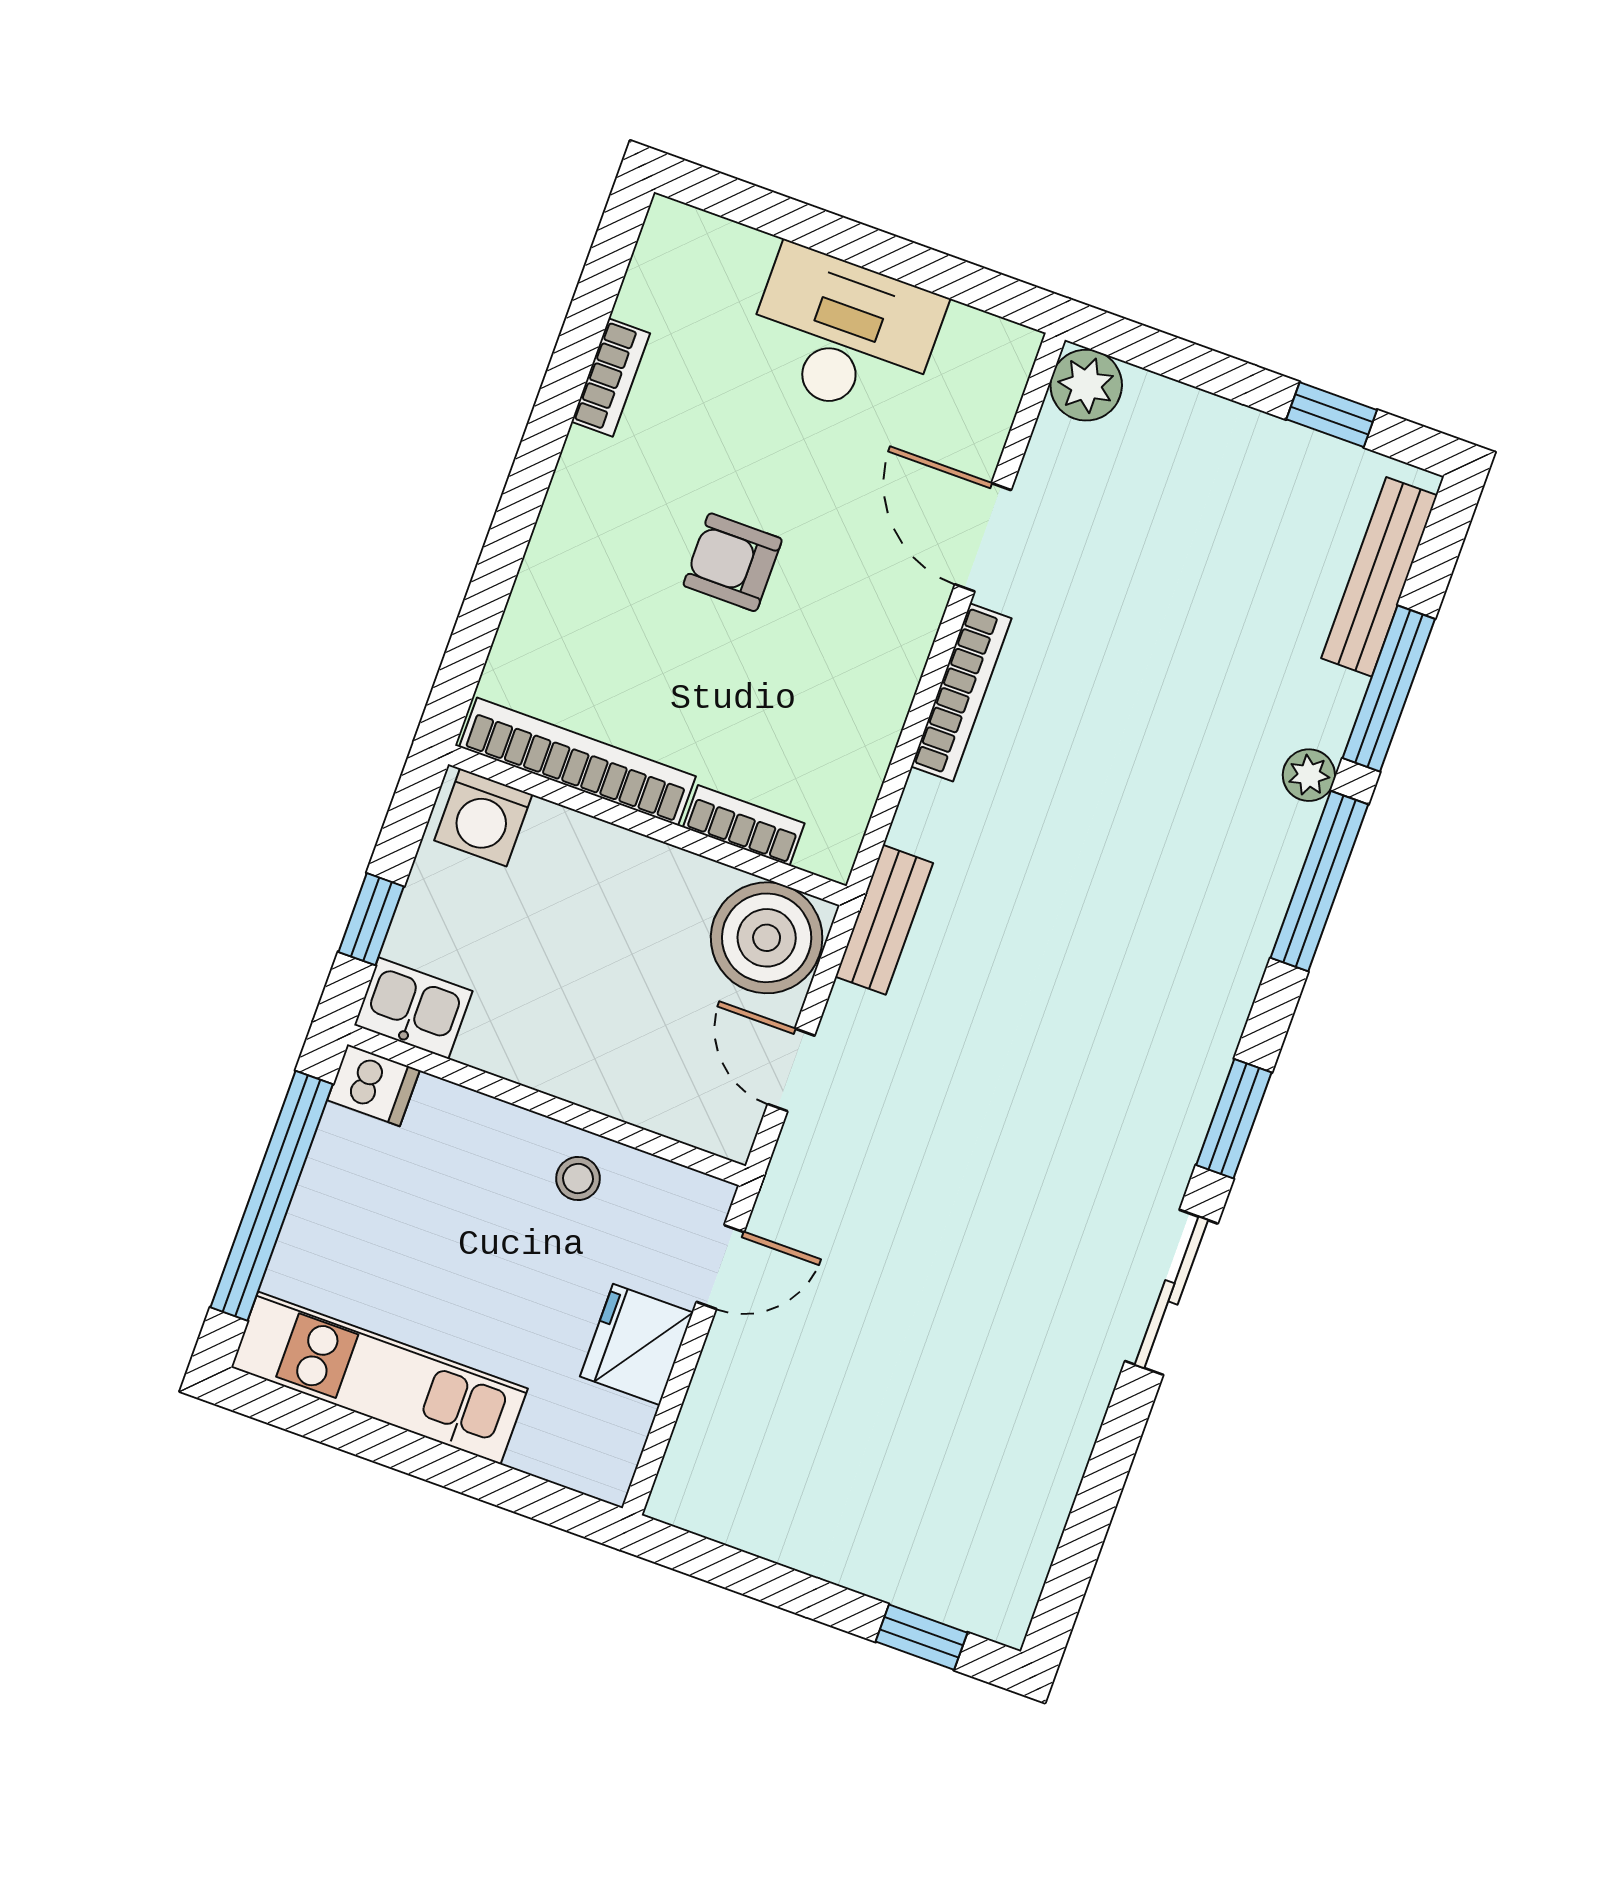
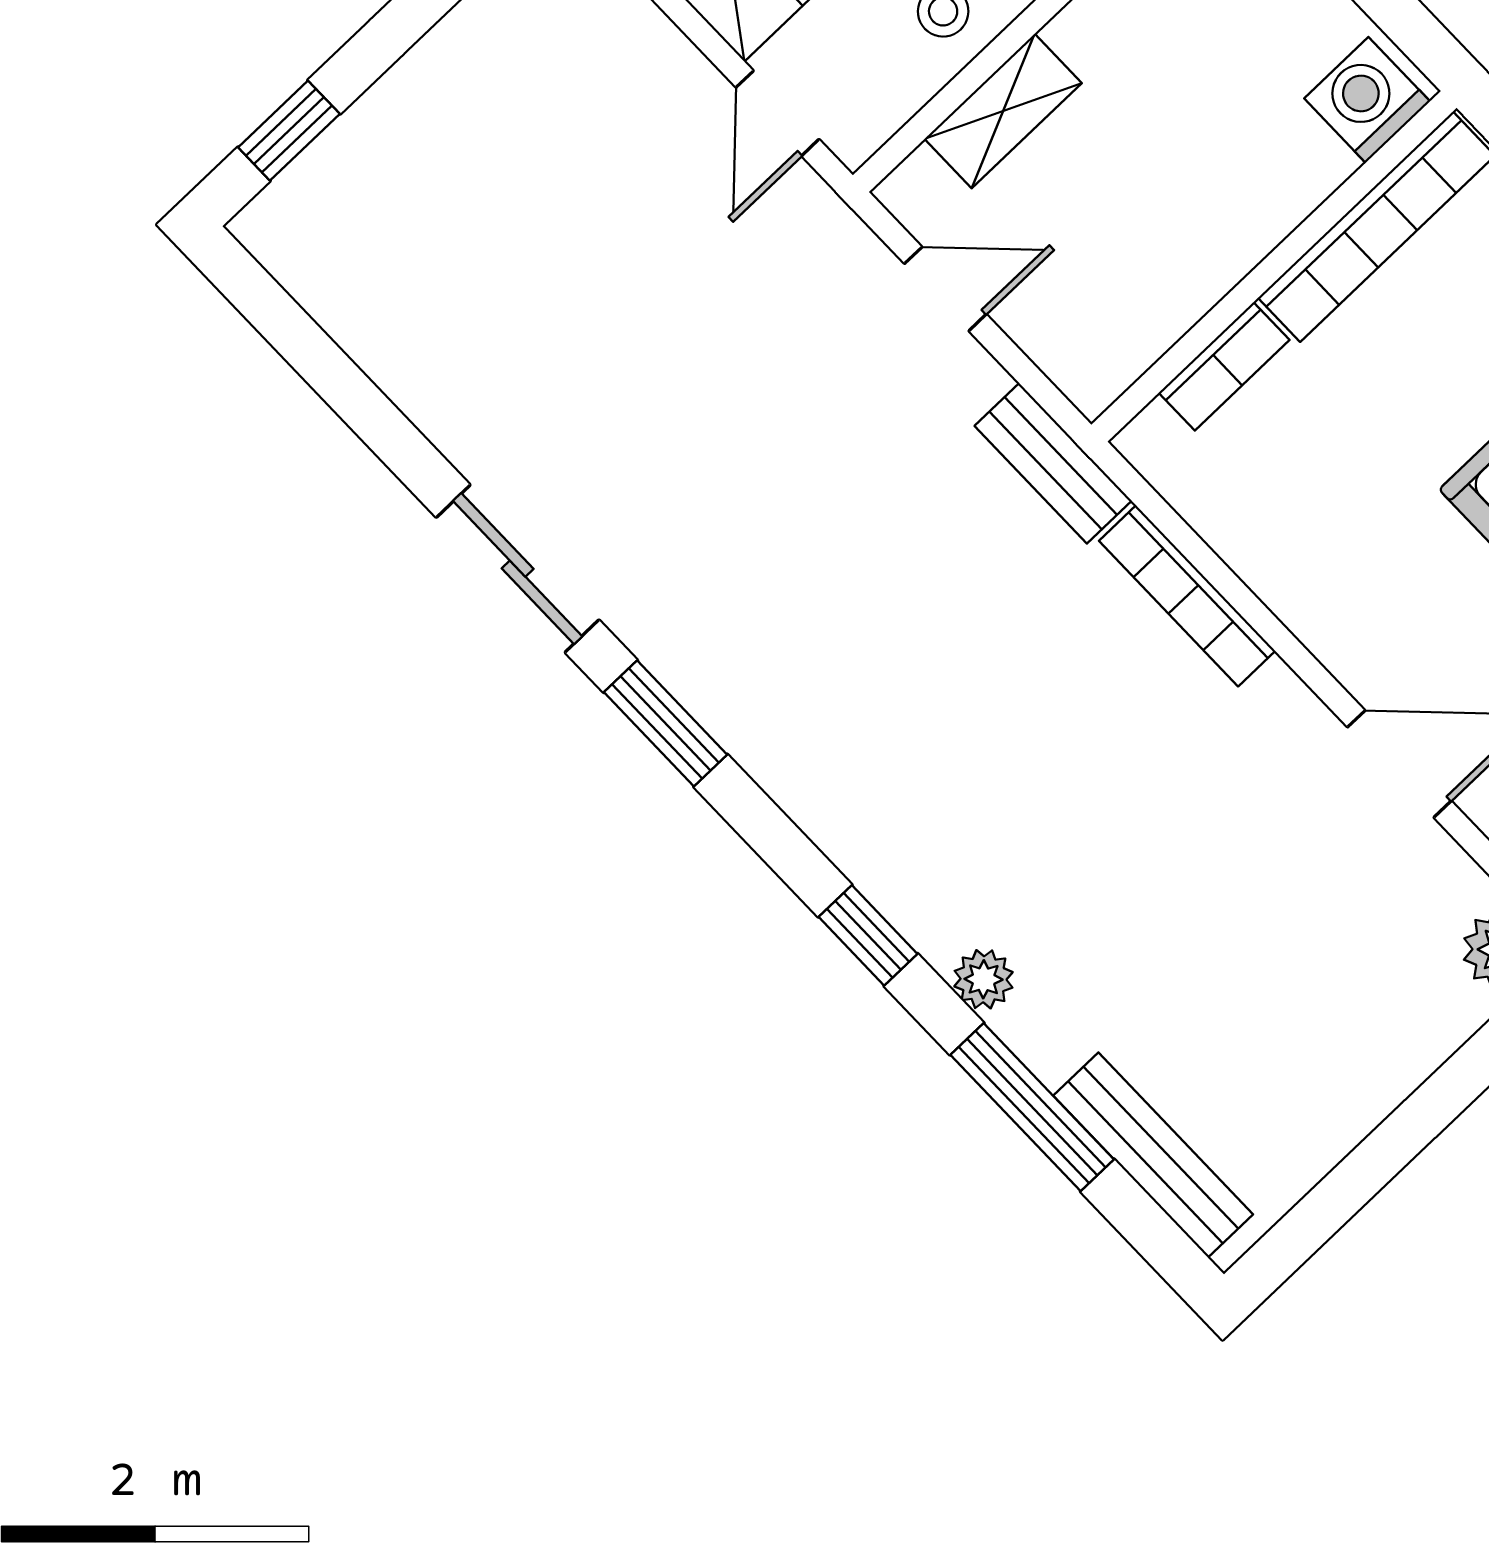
window: (1332, 415) -> (1346, 1190), removed
bookcase: (961, 692) -> (1187, 596), moved
window: (1319, 881) -> (868, 935), width x0.46
boiler: (767, 938) -> (1095, 332), removed
shelving: (632, 1094) -> (1003, 111), added

